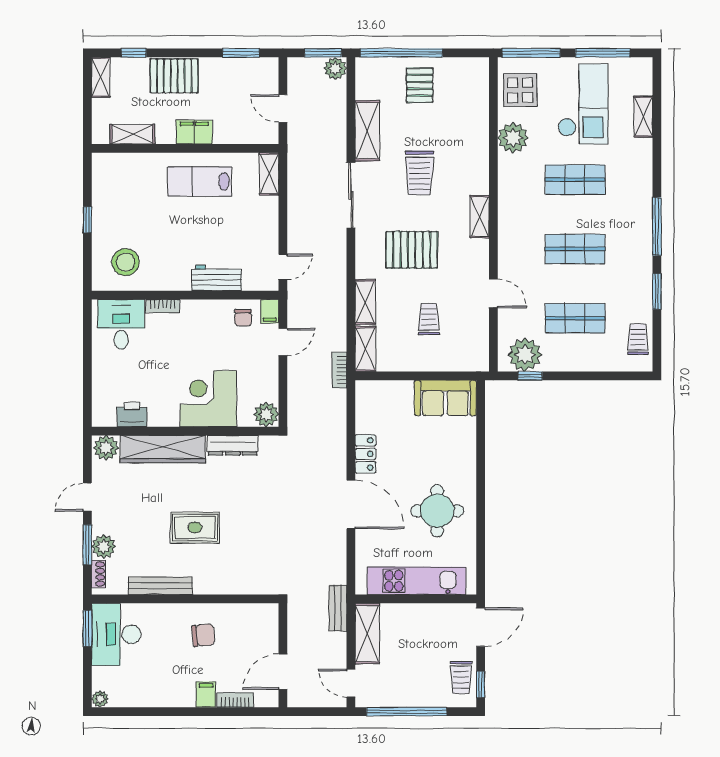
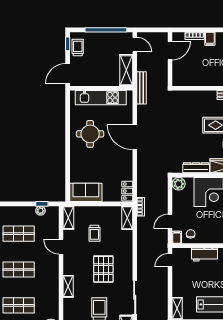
pallet: (412, 250) -> (103, 269), turned 90
shelving: (365, 302) -> (68, 218), moved
plant: (525, 355) -> (41, 211), width x0.53, depth x0.53
locker: (365, 454) -> (127, 191), moved
bench: (338, 608) -> (142, 88), width x1.36
chair: (203, 635) -> (211, 69), removed

